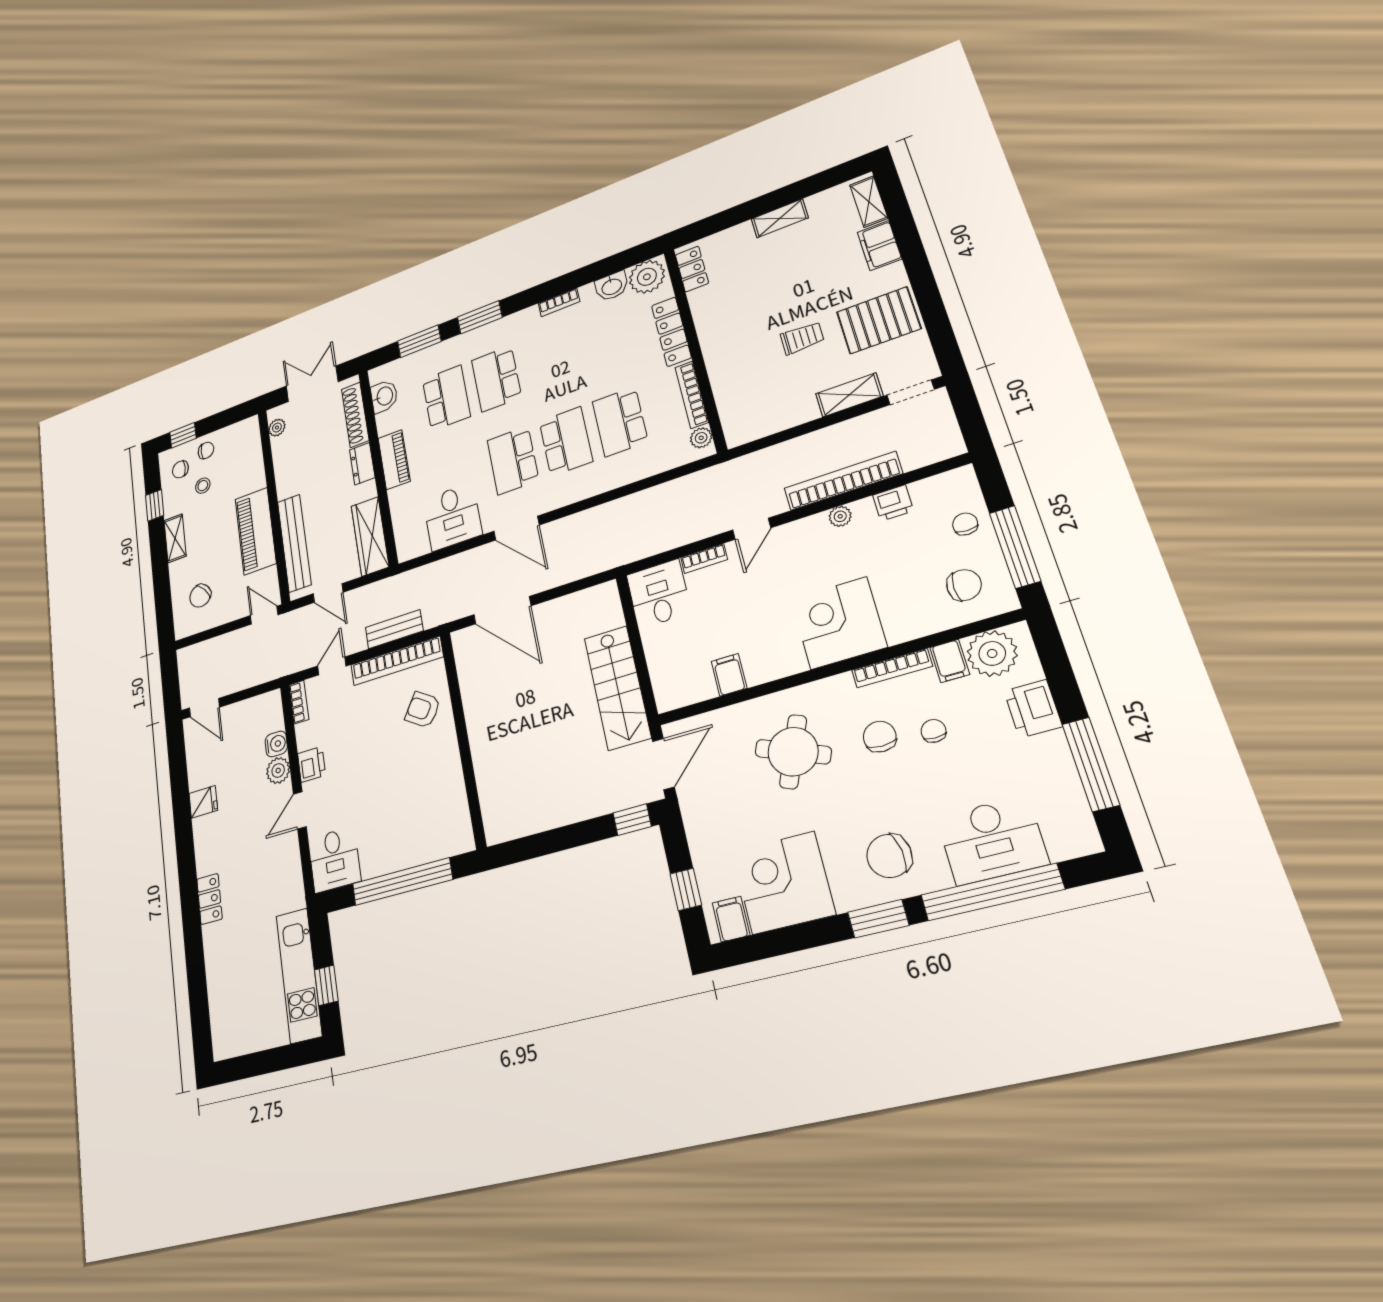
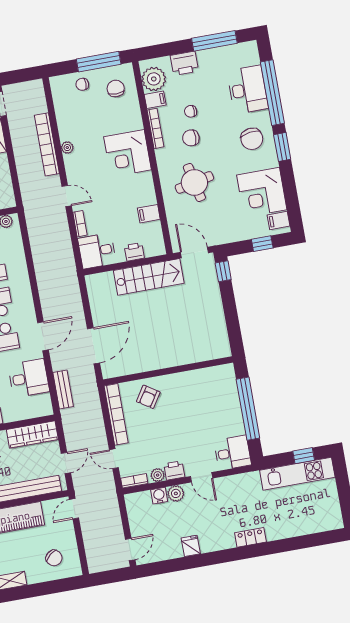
printer: (893, 503) -> (134, 252), moved, turned -90
bench: (394, 629) -> (63, 390), moved
plant: (306, 738) -> (158, 475), added
round table: (793, 752) -> (194, 182), turned -34

